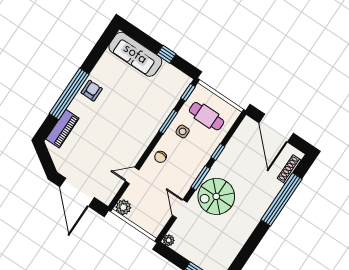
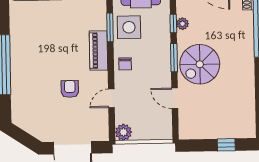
armchair: (92, 91) -> (70, 89), moved
piano: (62, 129) -> (98, 50), moved, turned 180
side table: (183, 131) -> (129, 27), width x1.87, depth x1.87
plant: (169, 240) -> (183, 24), moved

